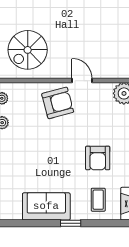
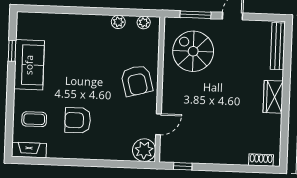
door: (82, 81) -> (158, 124), moved
window: (71, 223) -> (12, 51), moved

